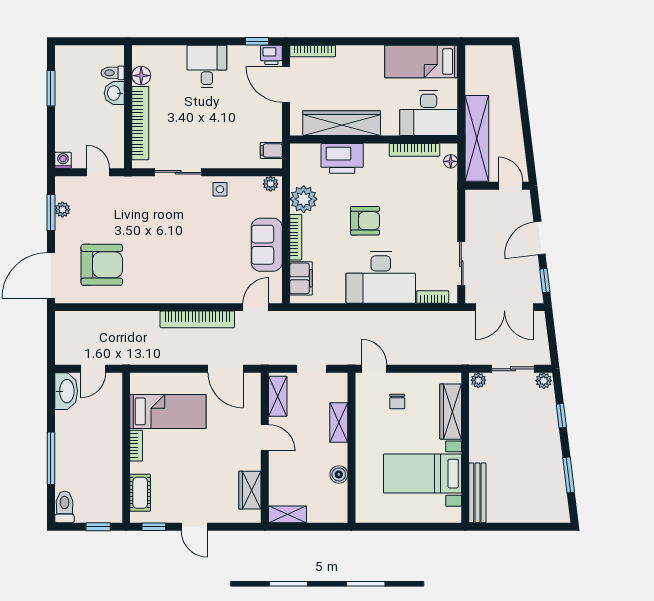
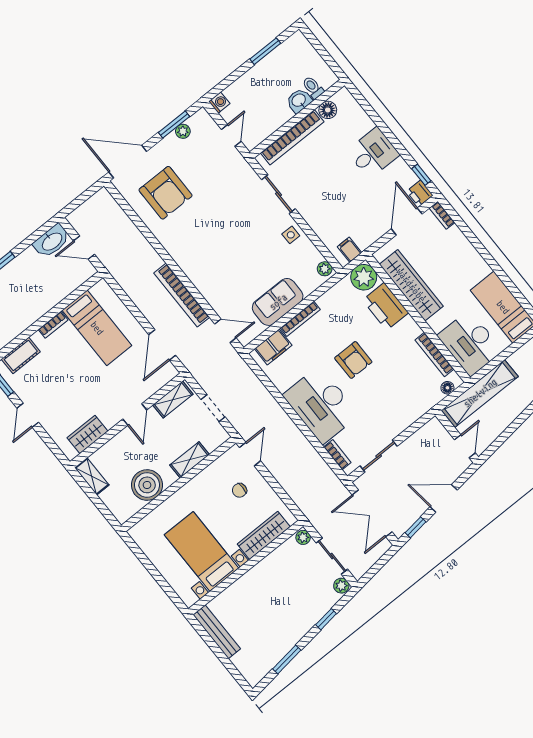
bookcase: (313, 51) -> (442, 215), width x0.64
plant: (304, 199) -> (364, 277), moved
boiler: (339, 474) -> (147, 485), width x1.86, depth x1.86
bench: (477, 493) -> (217, 632), moved, turned 90

